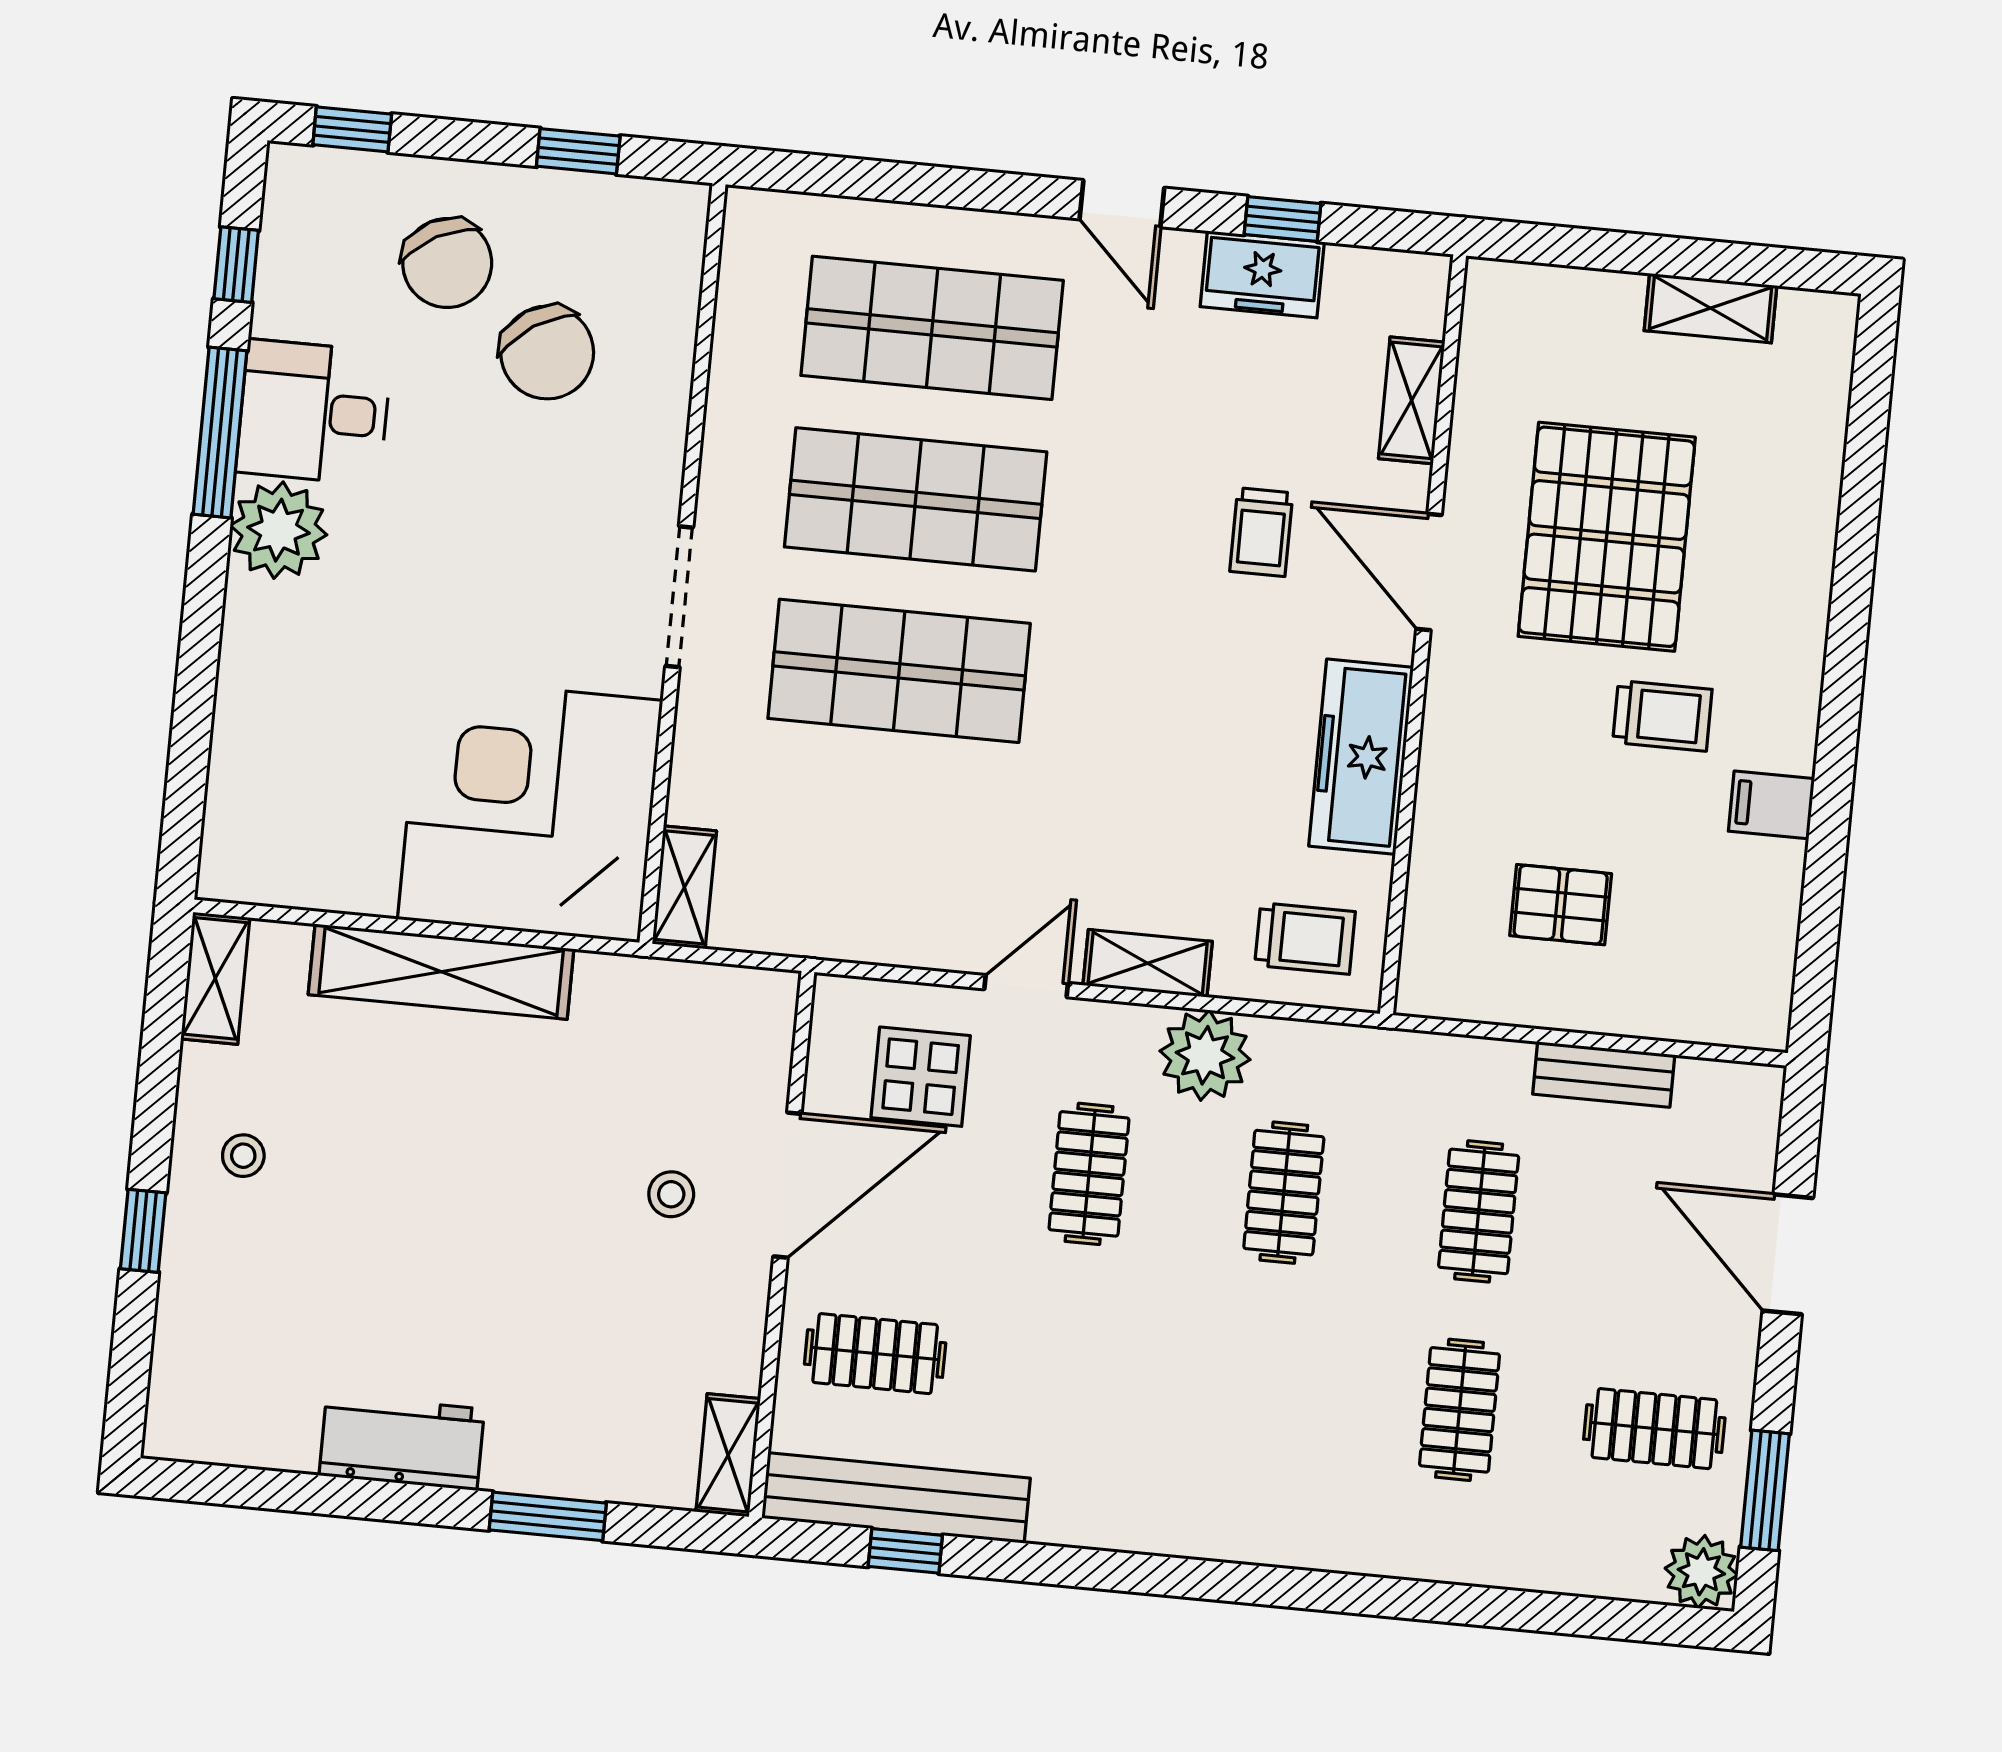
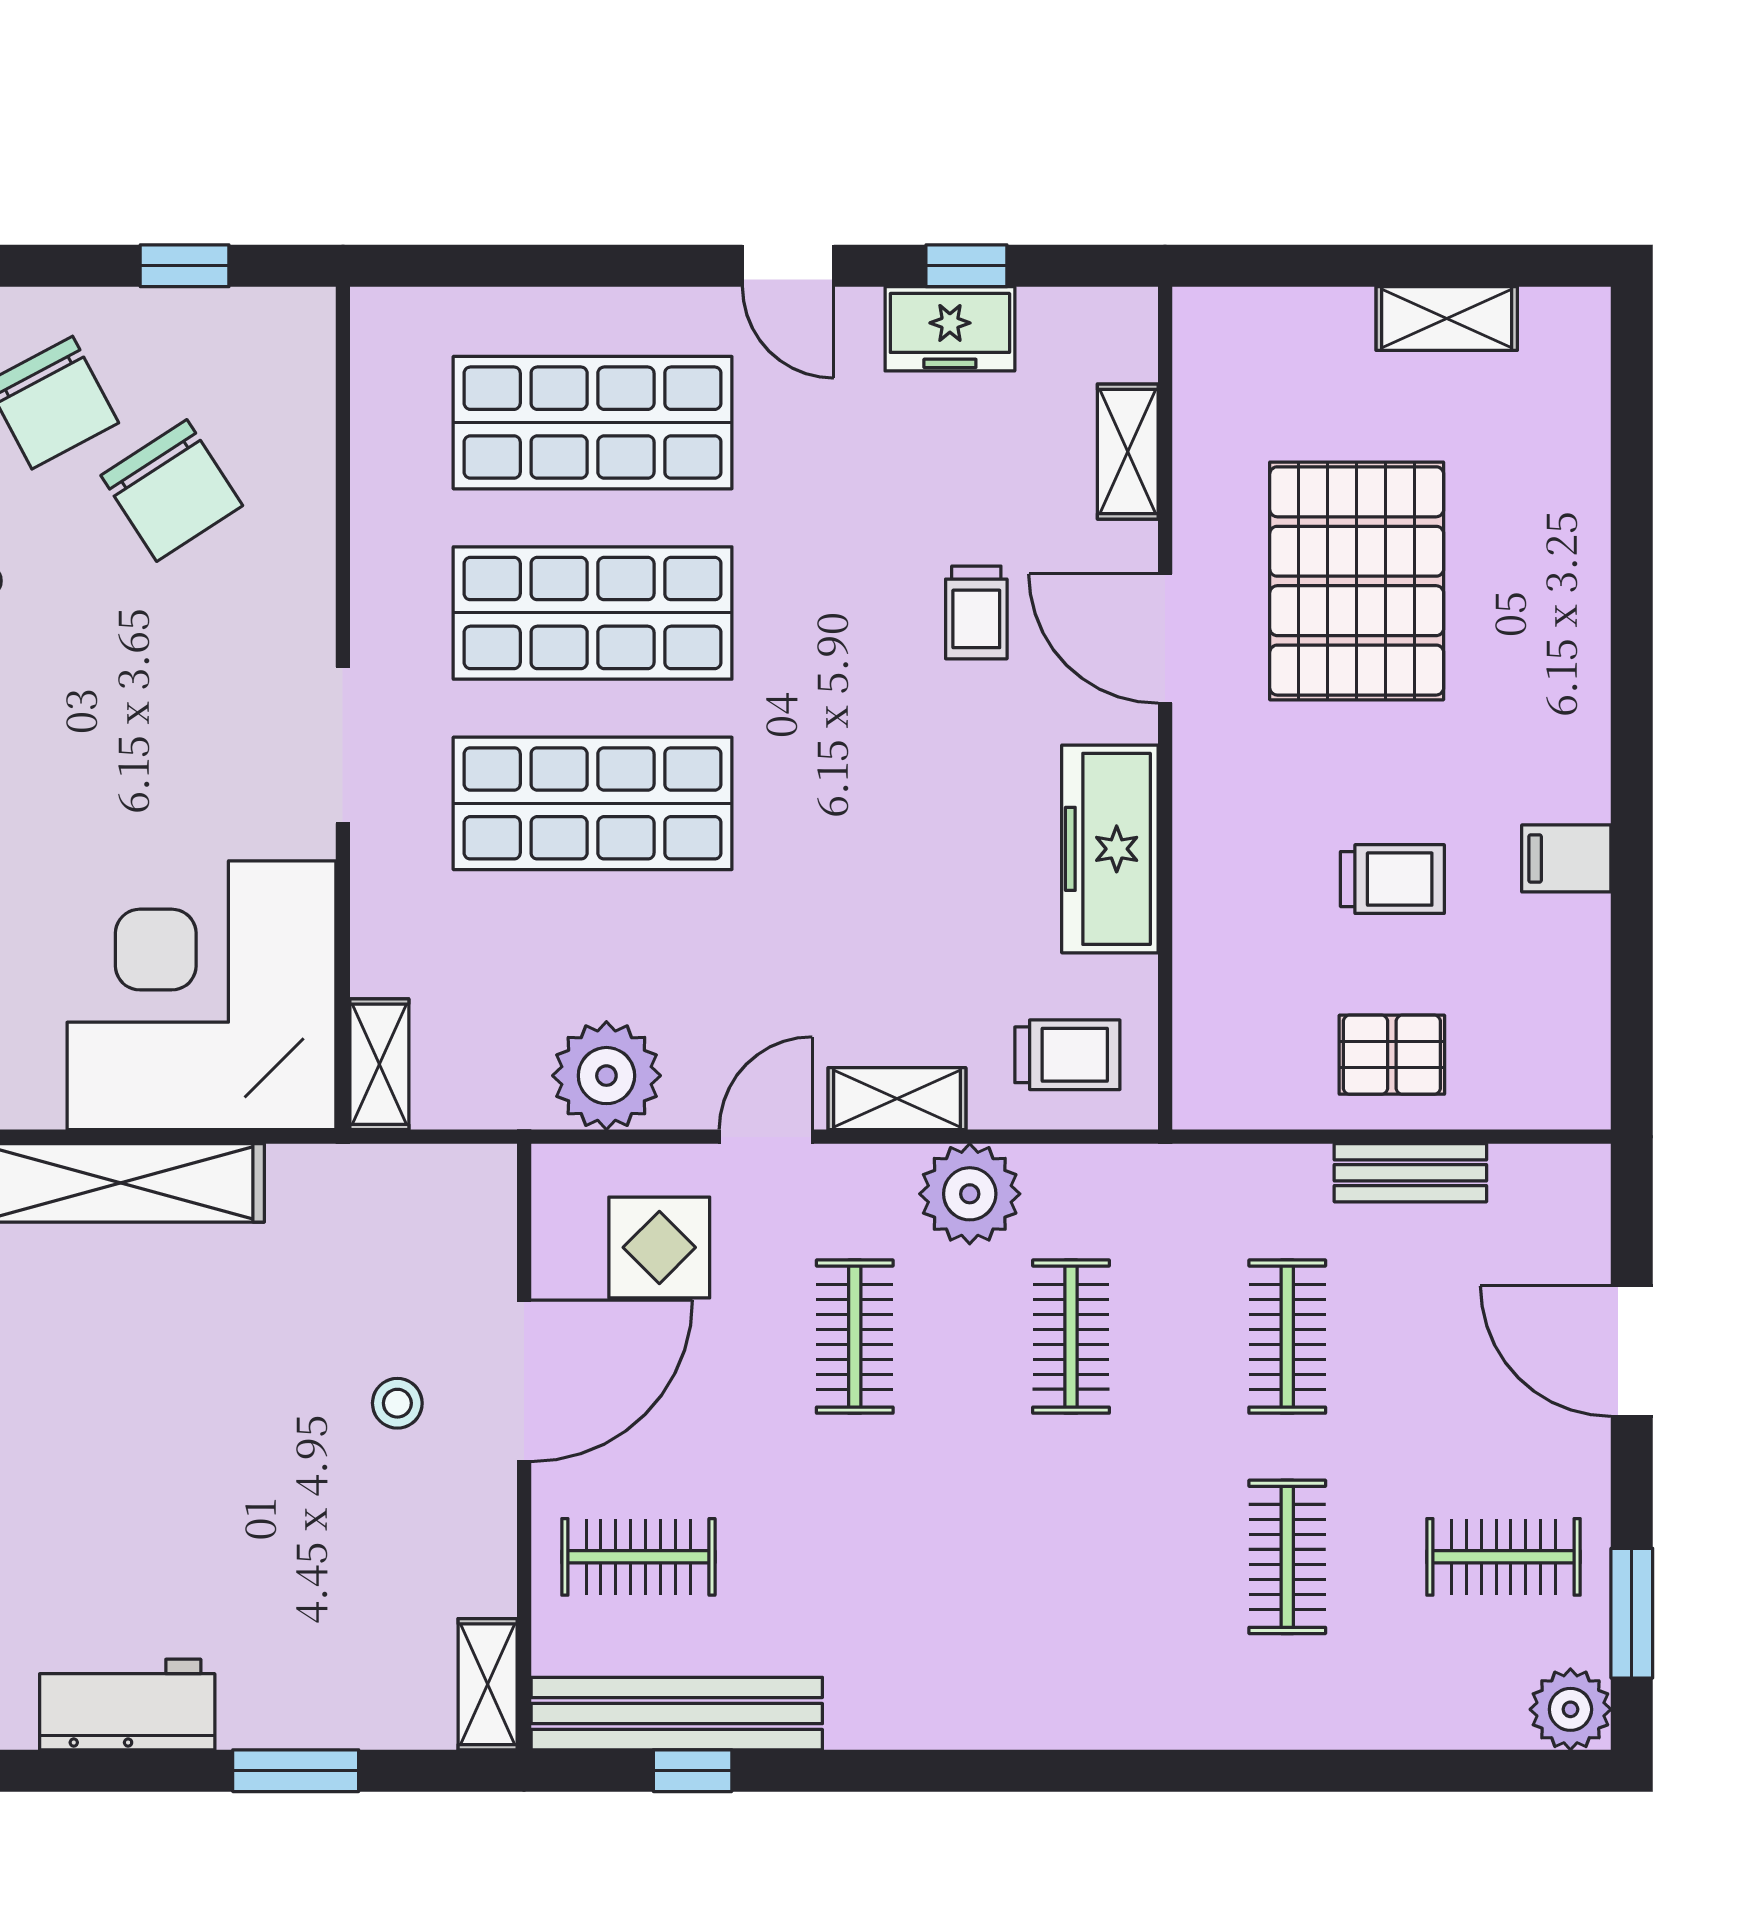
trolley: (1662, 716) -> (1392, 879), moved
pallet: (1561, 905) -> (1392, 1055), moved
plant: (888, 917) -> (606, 1076), added

